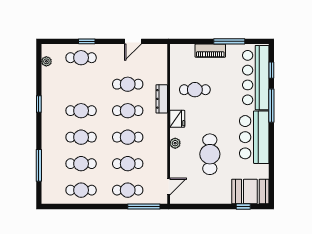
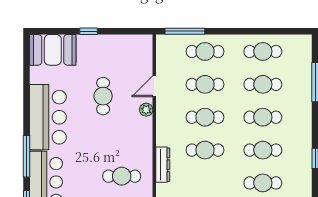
cafe table: (128, 84) -> (263, 183), moved
fridge: (177, 119) -> (144, 140), removed
cafe table: (210, 154) -> (103, 96), width x0.73, depth x0.74
door: (169, 187) -> (154, 86), moved
window: (243, 206) -> (89, 31), moved

